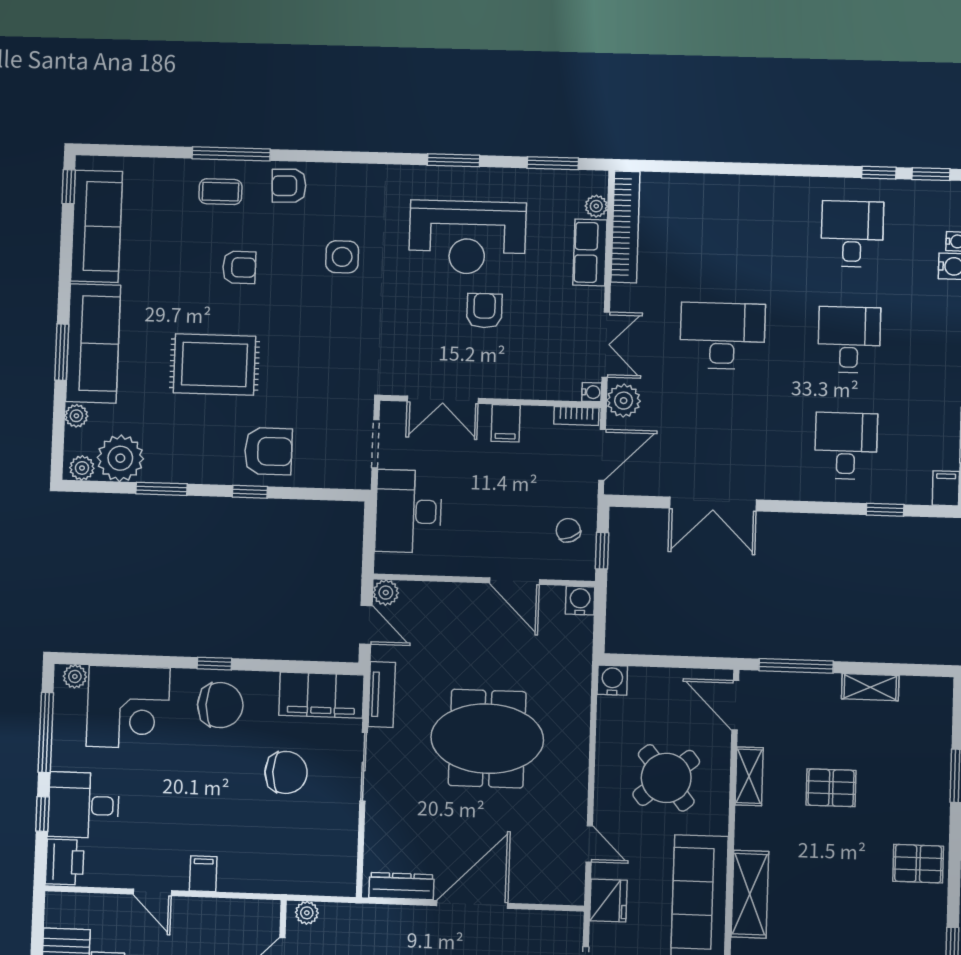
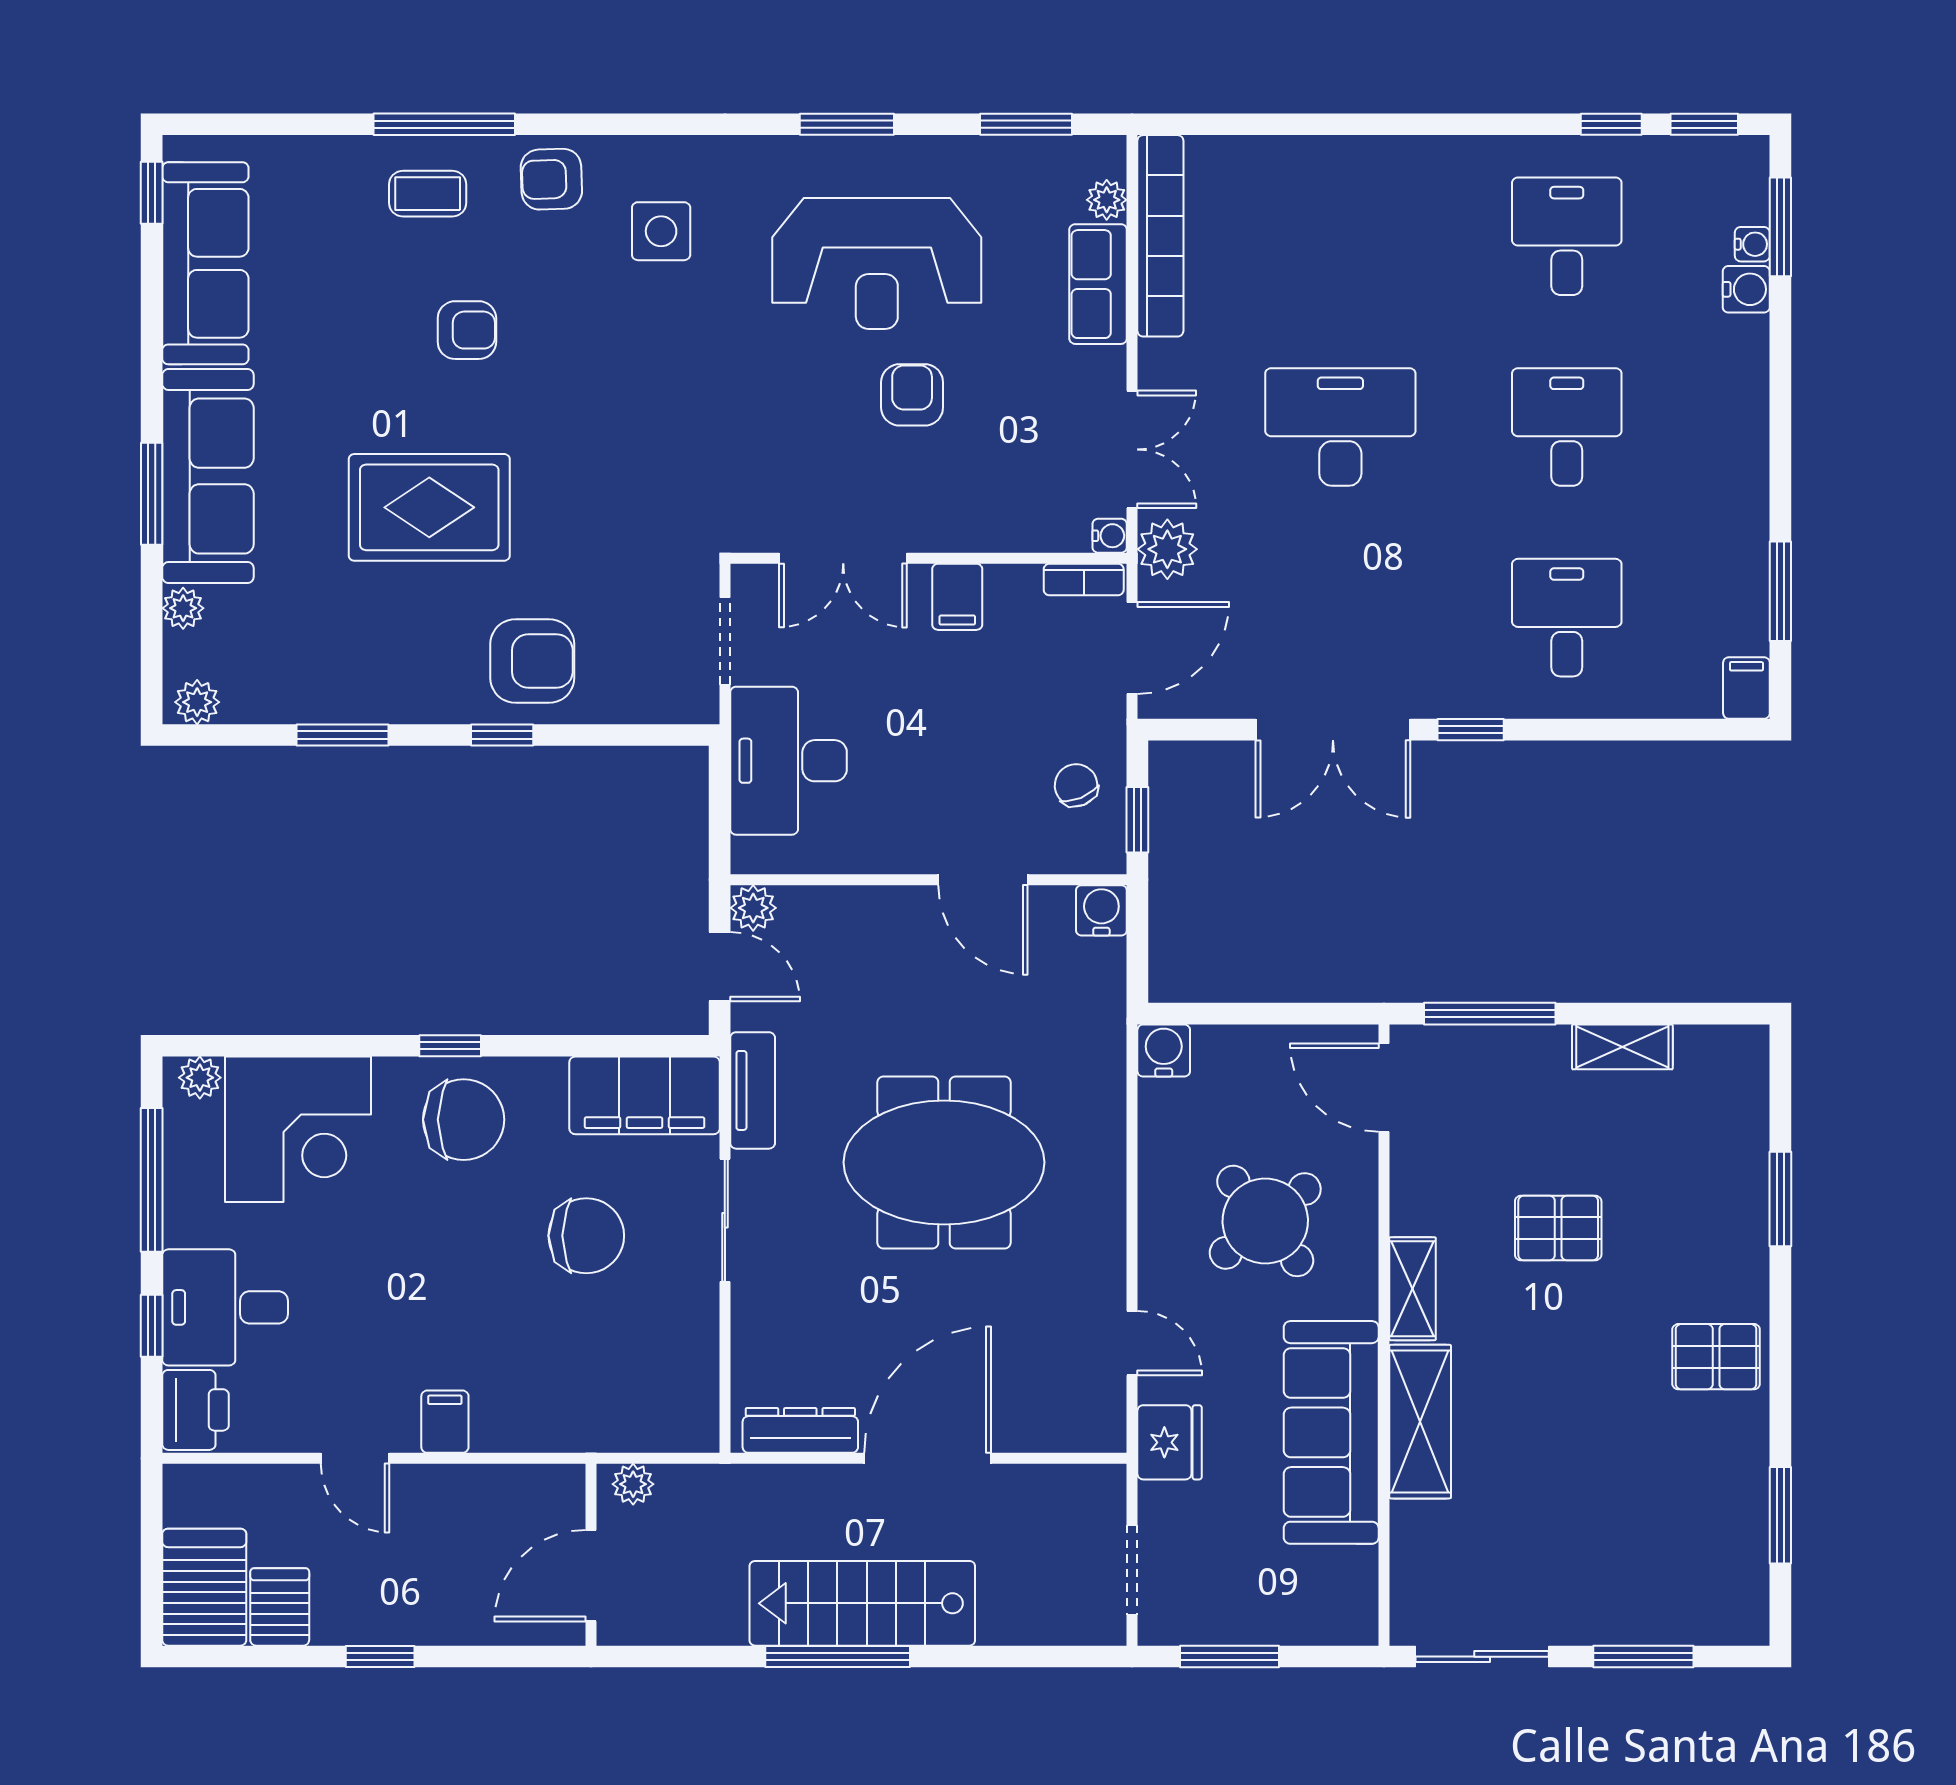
side table: (342, 257) -> (661, 231), moved
plant: (120, 458) -> (266, 682), removed
window: (885, 510) -> (1471, 730), moved
shelving: (749, 776) -> (1412, 1289), moved

